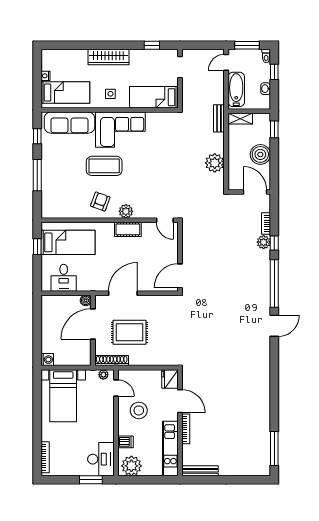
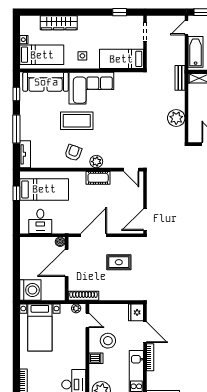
wardrobe: (109, 57) -> (59, 23), moved
tv unit: (47, 203) -> (25, 154), added
rug: (129, 332) -> (119, 262), moved, width x0.73, depth x0.70
washing machine: (47, 360) -> (30, 290), width x1.89, depth x1.89
dishwasher: (126, 442) -> (96, 358), moved

